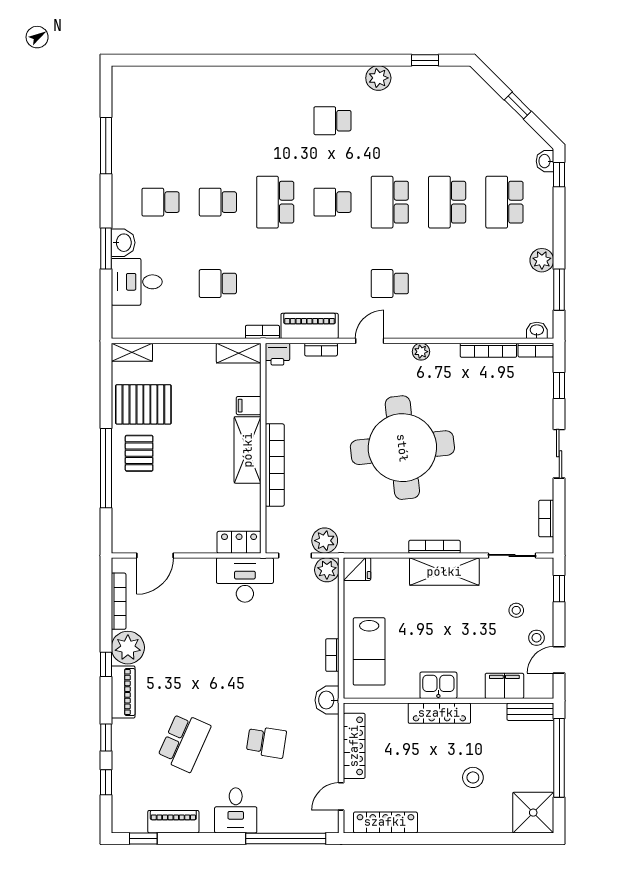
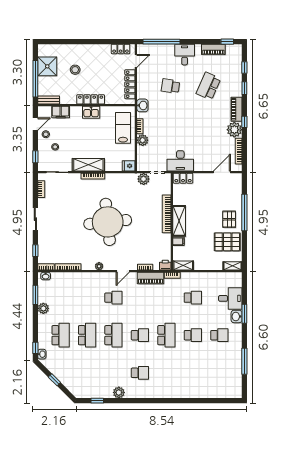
plant: (327, 570) -> (143, 140), moved
shower: (533, 813) -> (47, 66), moved
locker: (385, 822) -> (121, 49), width x0.66

